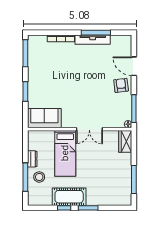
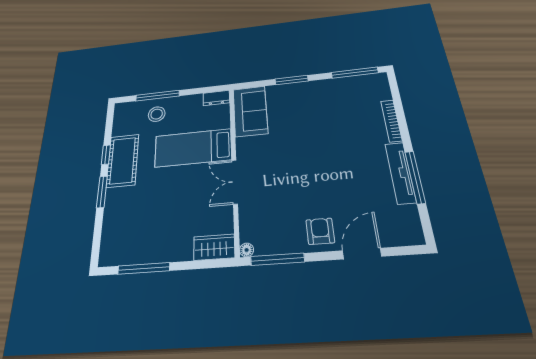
armchair: (121, 85) -> (320, 231), turned -83
dresser: (32, 159) -> (216, 98), moved

